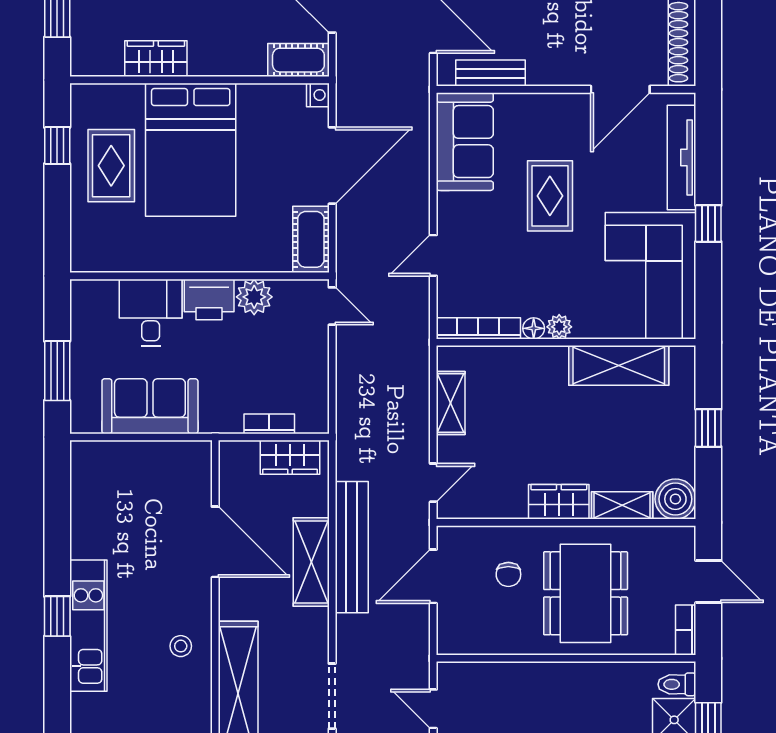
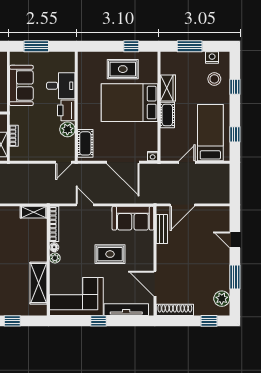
cot: (298, 60) -> (167, 115), moved
cot: (311, 239) -> (85, 143), moved, turned 90
shelving: (451, 403) -> (34, 212), moved

